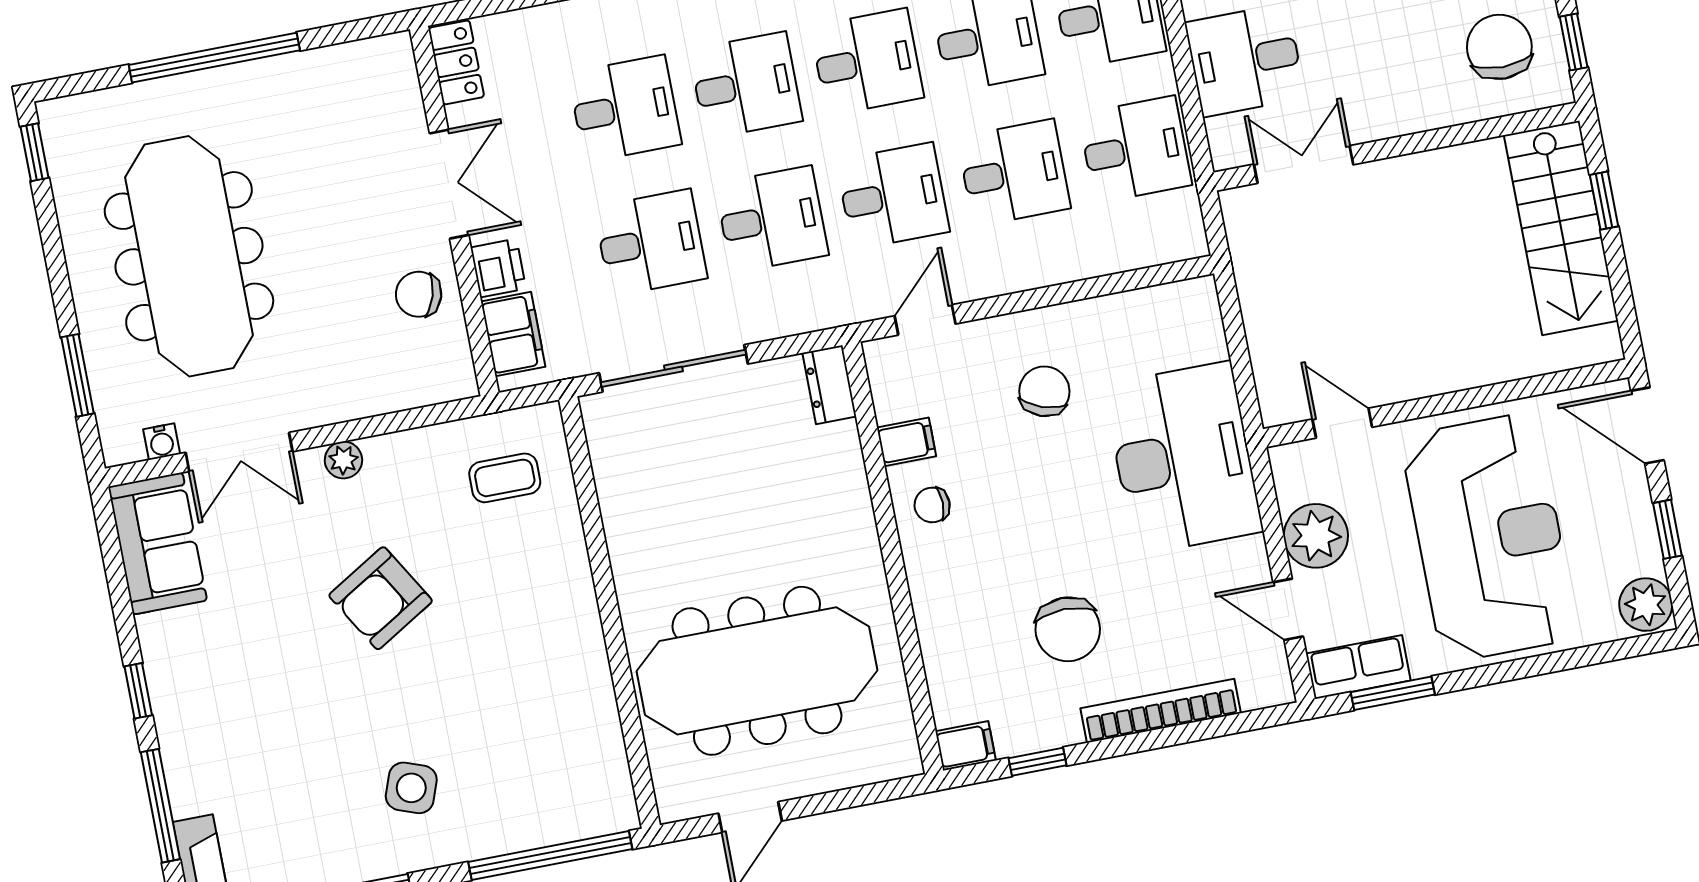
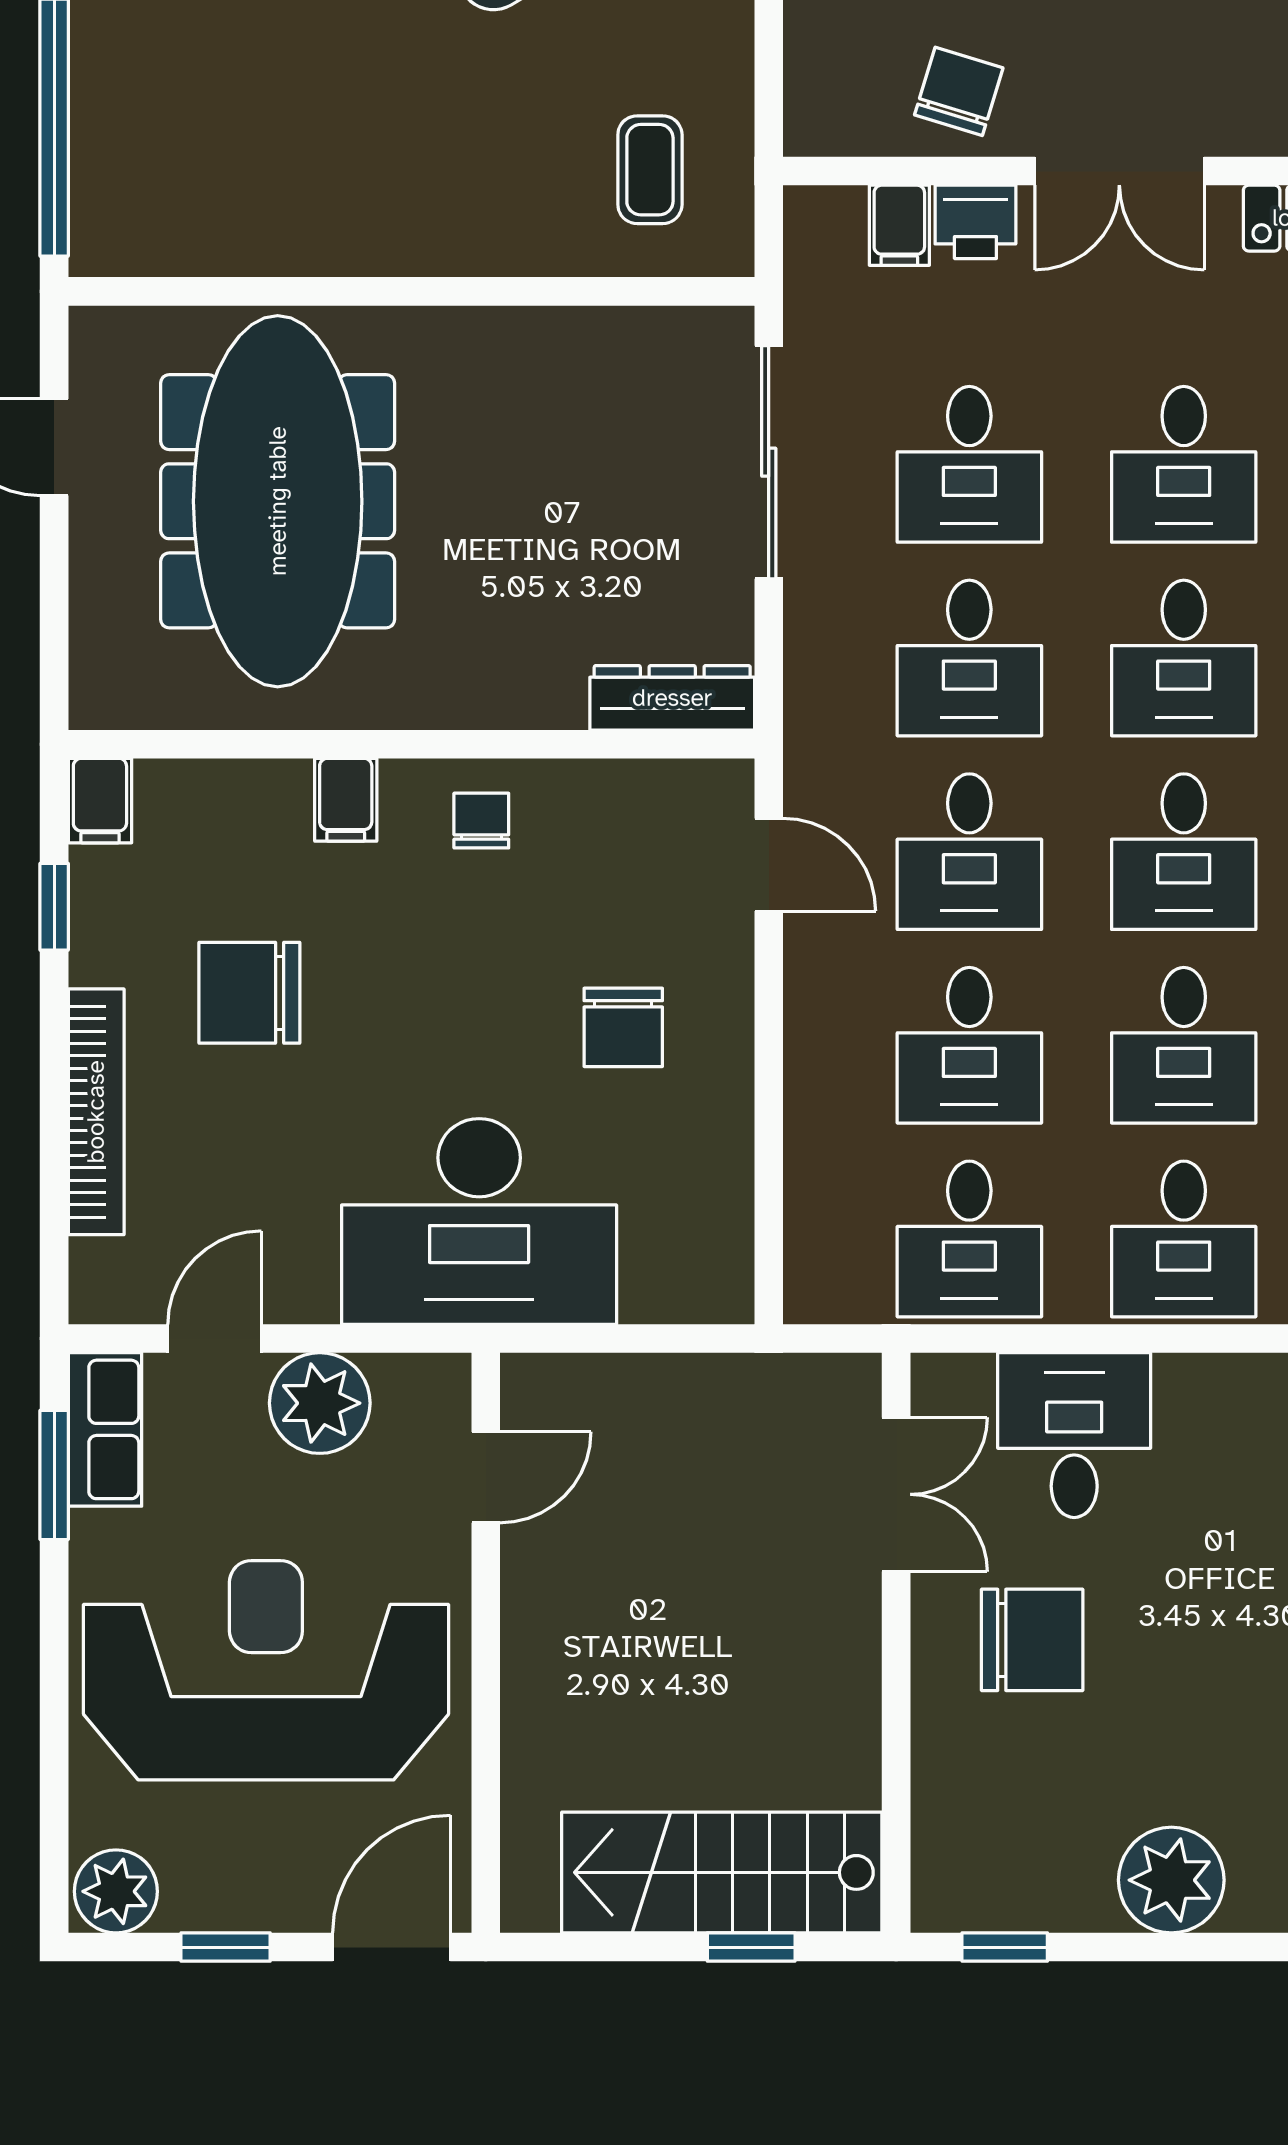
chair: (1499, 47) -> (1032, 1640), moved
filing cabinet: (513, 334) -> (899, 225), width x0.50
dresser: (829, 385) -> (672, 698), width x1.44
chair: (1044, 391) -> (623, 1027), turned 71
filing cabinet: (906, 442) -> (346, 800), moved
reception desk: (1489, 537) -> (266, 1670), turned 180

